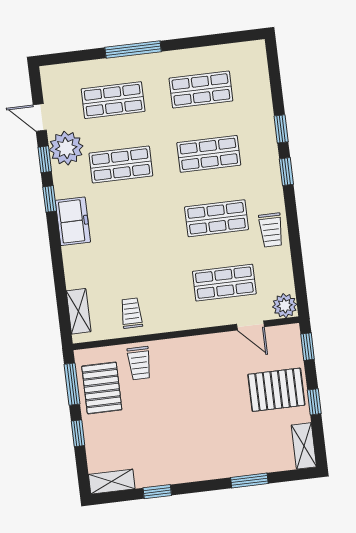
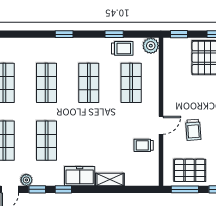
window: (281, 129) -> (114, 34), moved
plant: (66, 148) -> (26, 180), width x0.53, depth x0.53
trolley: (271, 230) -> (122, 48), moved
shelving: (79, 311) -> (110, 179), moved
door: (250, 325) -> (161, 125), moved
trolley: (139, 363) -> (193, 130), moved, turned 86

